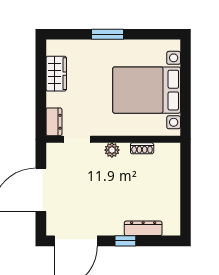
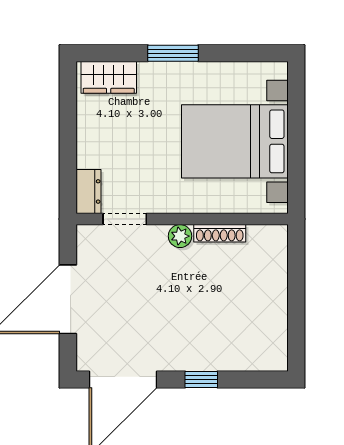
wardrobe: (56, 74) -> (109, 77), moved, turned 90
shoe rack: (142, 148) -> (220, 233), width x1.43
dresser: (143, 228) -> (229, 360), removed

